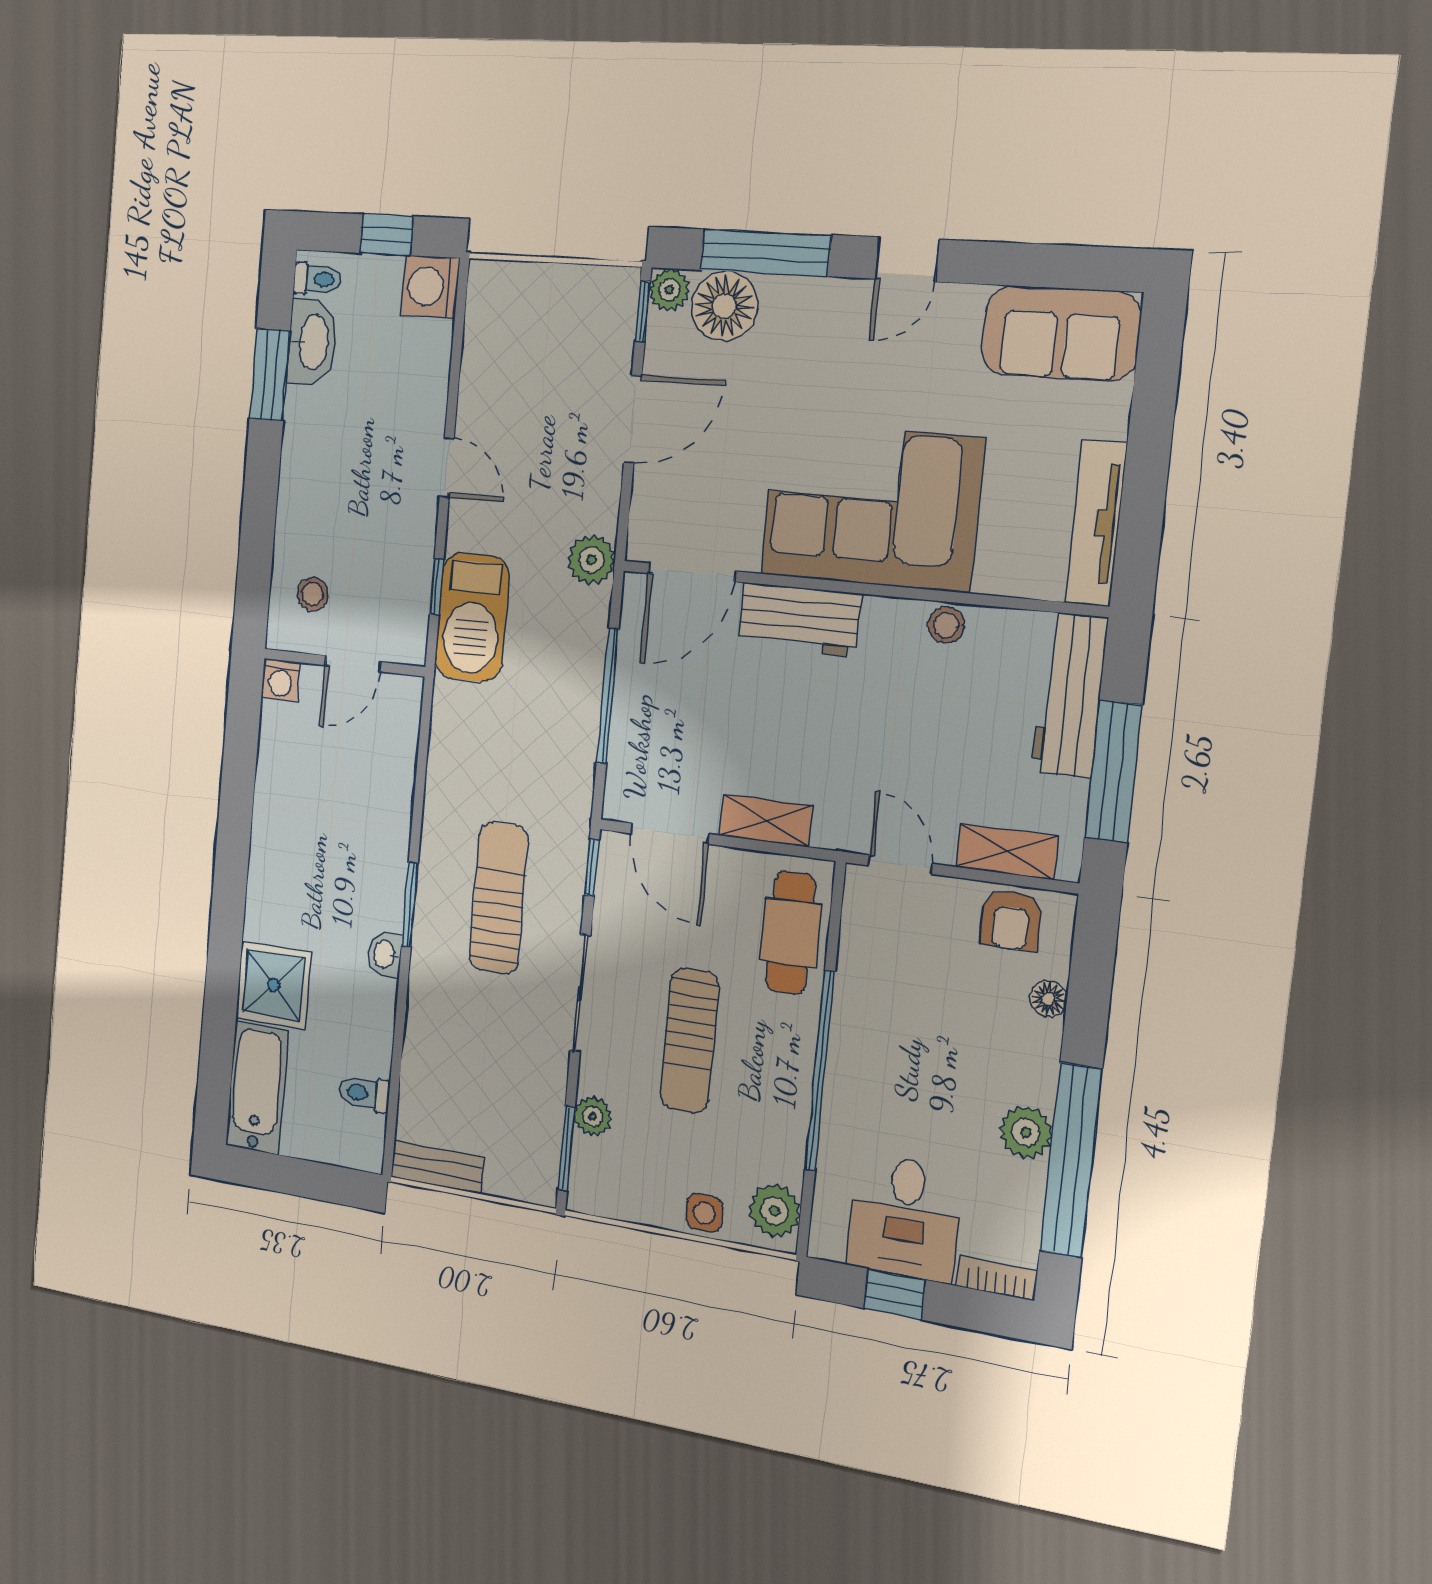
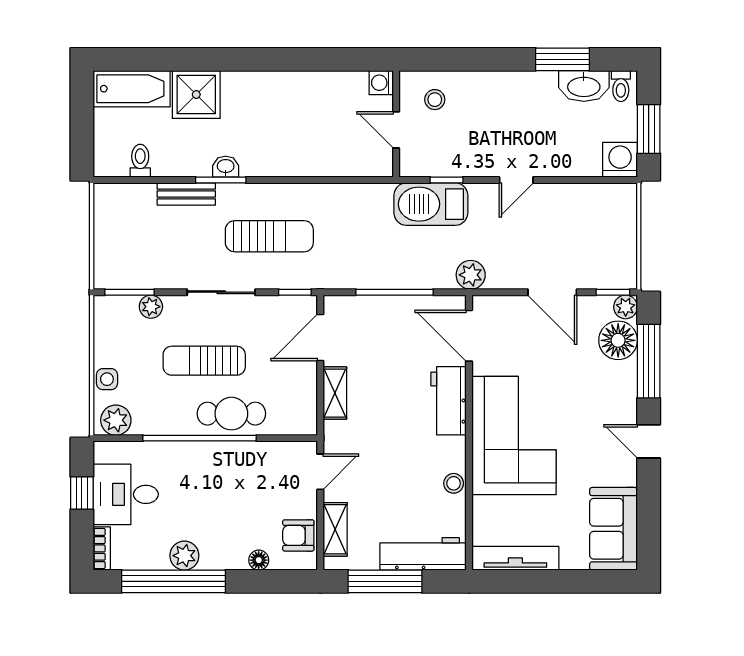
window: (387, 235) -> (649, 129), width x1.50
window: (410, 905) -> (221, 180), moved
cafe table: (790, 933) -> (231, 414), moved
bench: (437, 1167) -> (186, 194), moved, turned 90

